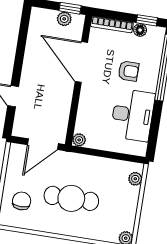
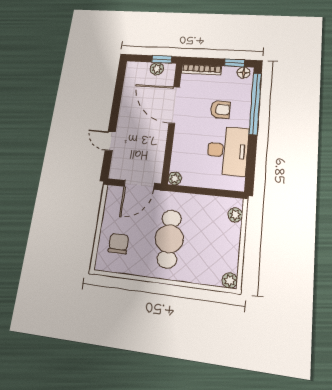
floor lamp: (140, 30) -> (244, 73), moved
cafe table: (71, 198) -> (169, 239), turned 90

